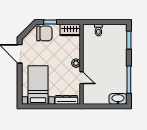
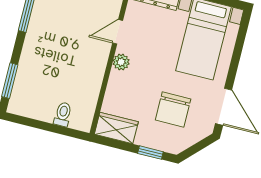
chair: (44, 33) -> (173, 109), moved, turned -90
door: (82, 78) -> (118, 32), hinge flipped

